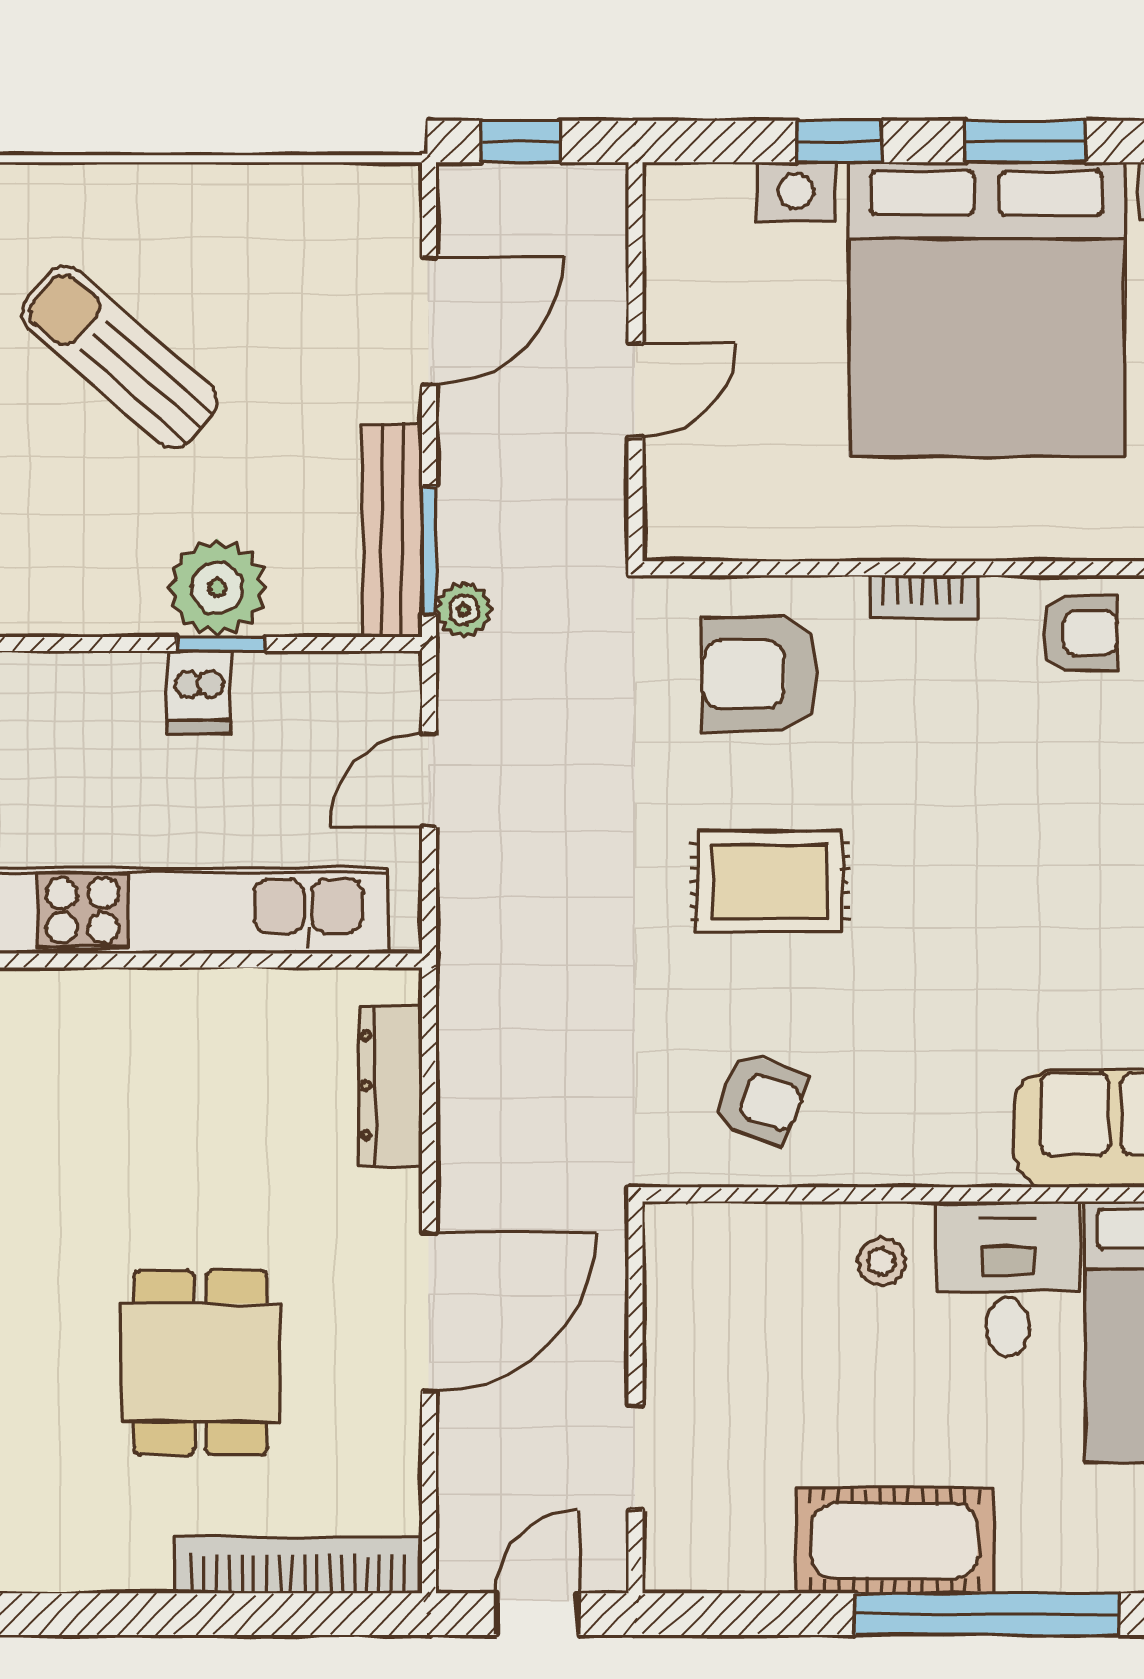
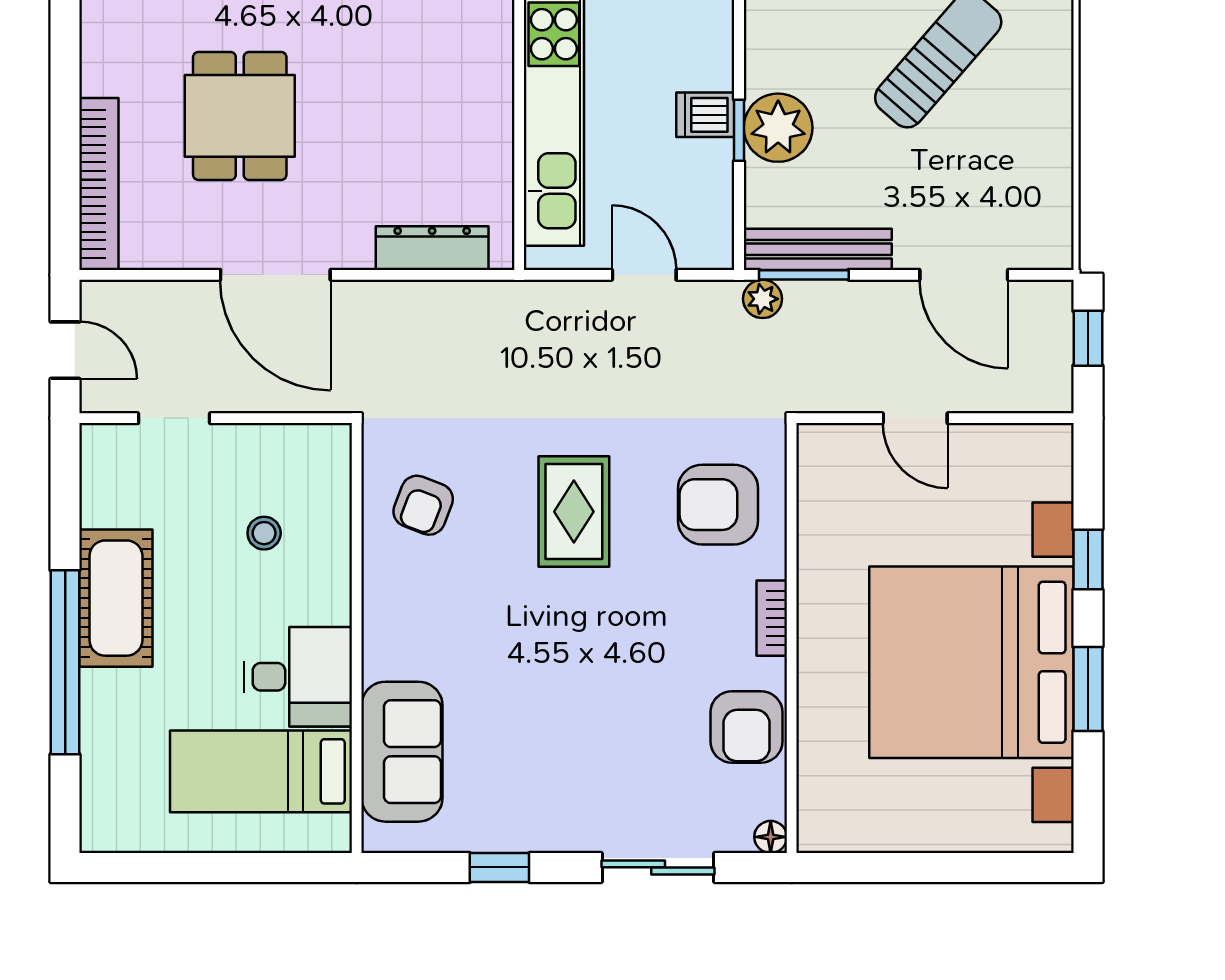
armchair: (1080, 633) -> (746, 727), width x1.38, depth x1.38
armchair: (760, 674) -> (718, 505), turned -90
stool: (881, 1262) -> (264, 533), moved
dining table: (200, 1363) -> (240, 116), turned 90

